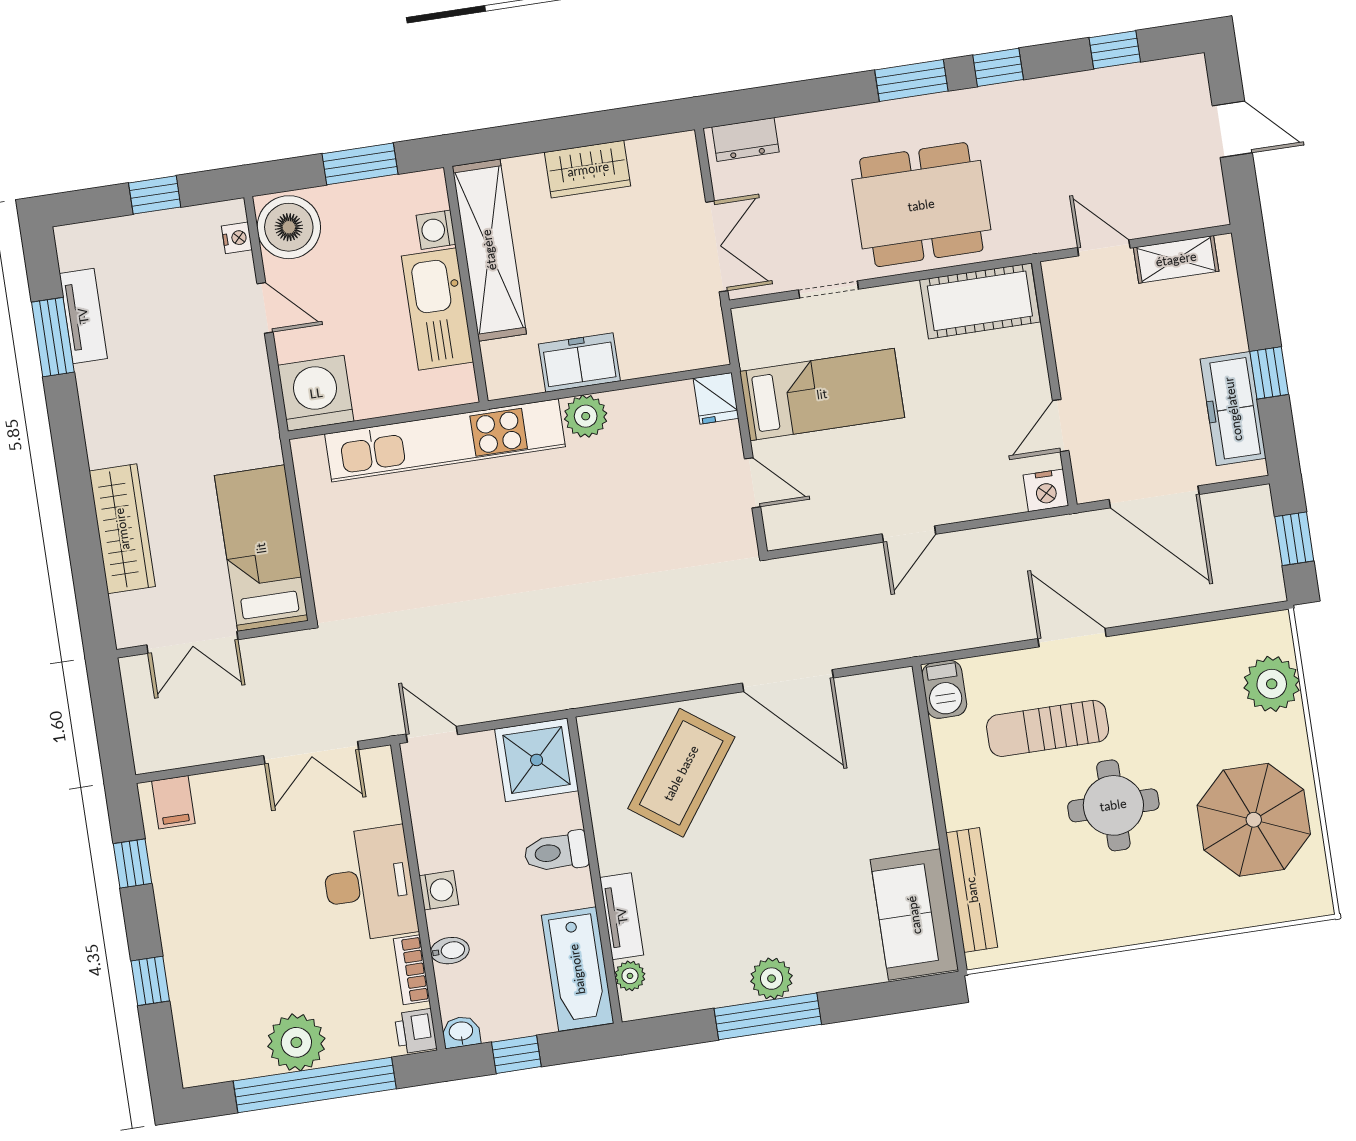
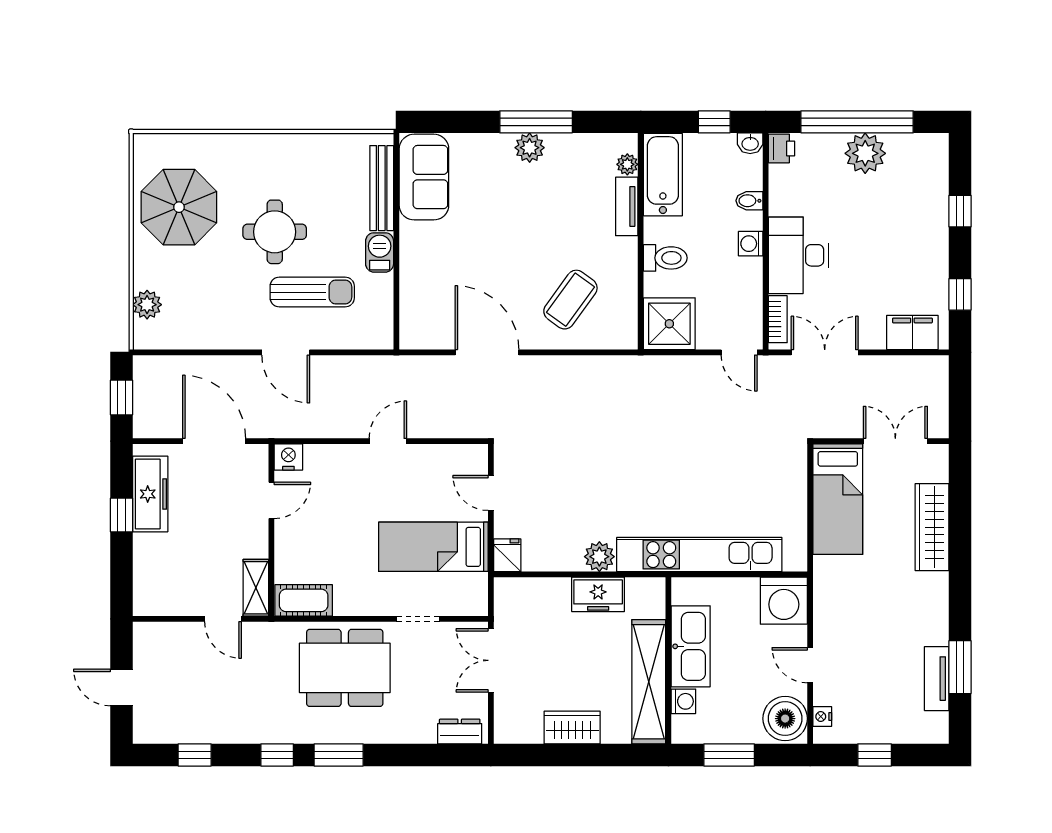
shelving: (1176, 259) -> (256, 588), moved, turned 90
cot: (980, 301) -> (304, 600), width x0.73, depth x0.75
plant: (1272, 684) -> (147, 305), width x0.73, depth x0.73
barbecue: (944, 689) -> (380, 252), moved
coffee table: (681, 773) -> (570, 300), width x0.73, depth x0.76
filing cabinet: (173, 802) -> (912, 332), width x2.00
bookcase: (412, 970) -> (778, 319), moved

